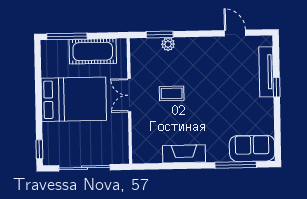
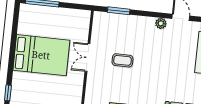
plant: (168, 44) -> (161, 23), moved
cot: (93, 51) -> (62, 18), removed

